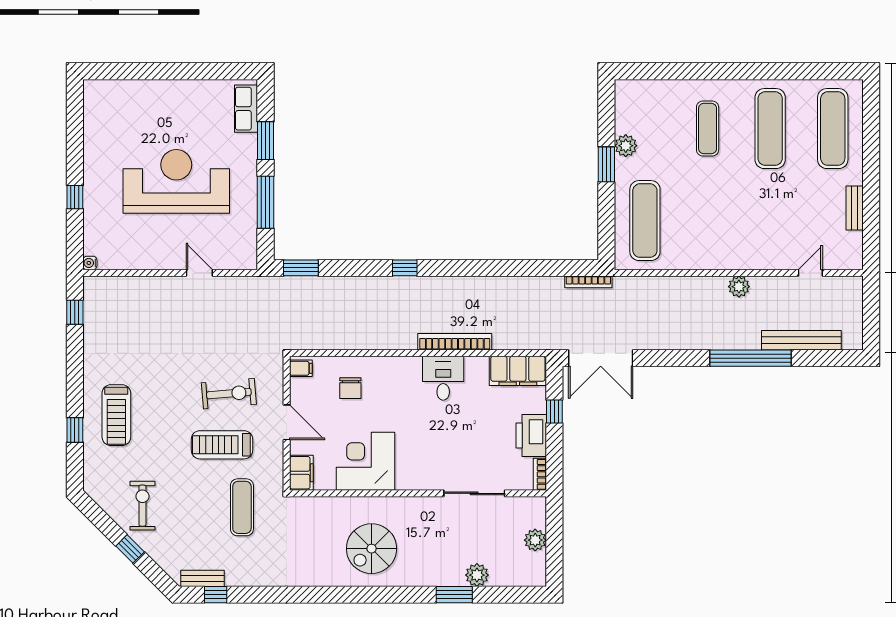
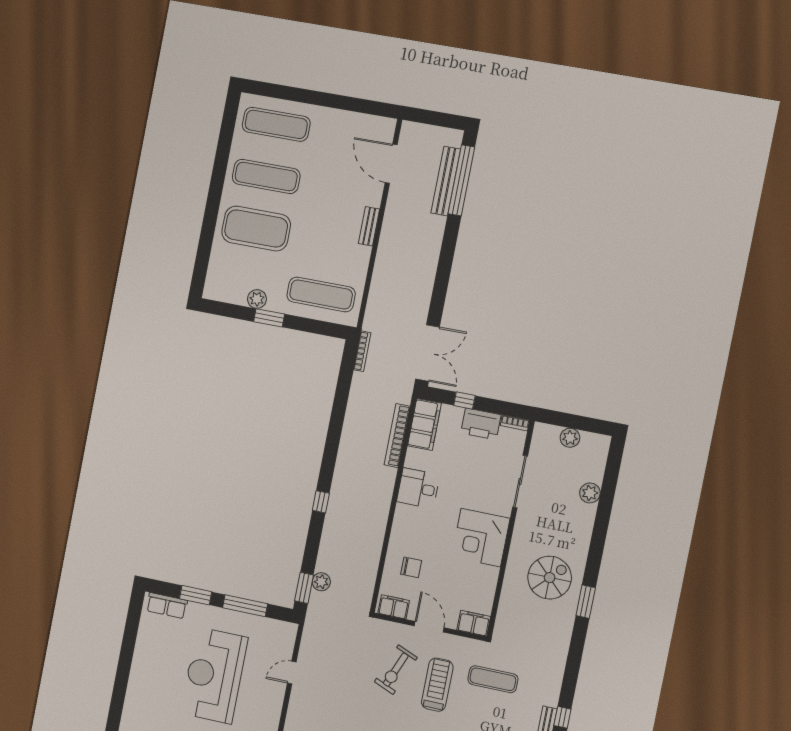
exercise mat: (708, 129) -> (256, 229), width x2.00, depth x1.45
bench: (855, 208) -> (369, 226), moved, turned 90
door: (810, 273) -> (391, 164), width x1.88
plant: (739, 287) -> (321, 582), moved
bookcase: (455, 342) -> (397, 436), moved
window: (751, 358) -> (461, 180), moved
filing cabinet: (301, 368) -> (394, 607), width x2.00
exercise bike: (229, 394) -> (396, 670), turned -153
door: (287, 422) -> (429, 627), hinge flipped
treadmill: (222, 445) -> (437, 685), turned 180
corner desk: (366, 461) -> (481, 538), moved
spiral stairs: (372, 549) -> (550, 578), turned -90
window: (454, 595) -> (586, 602), moved

